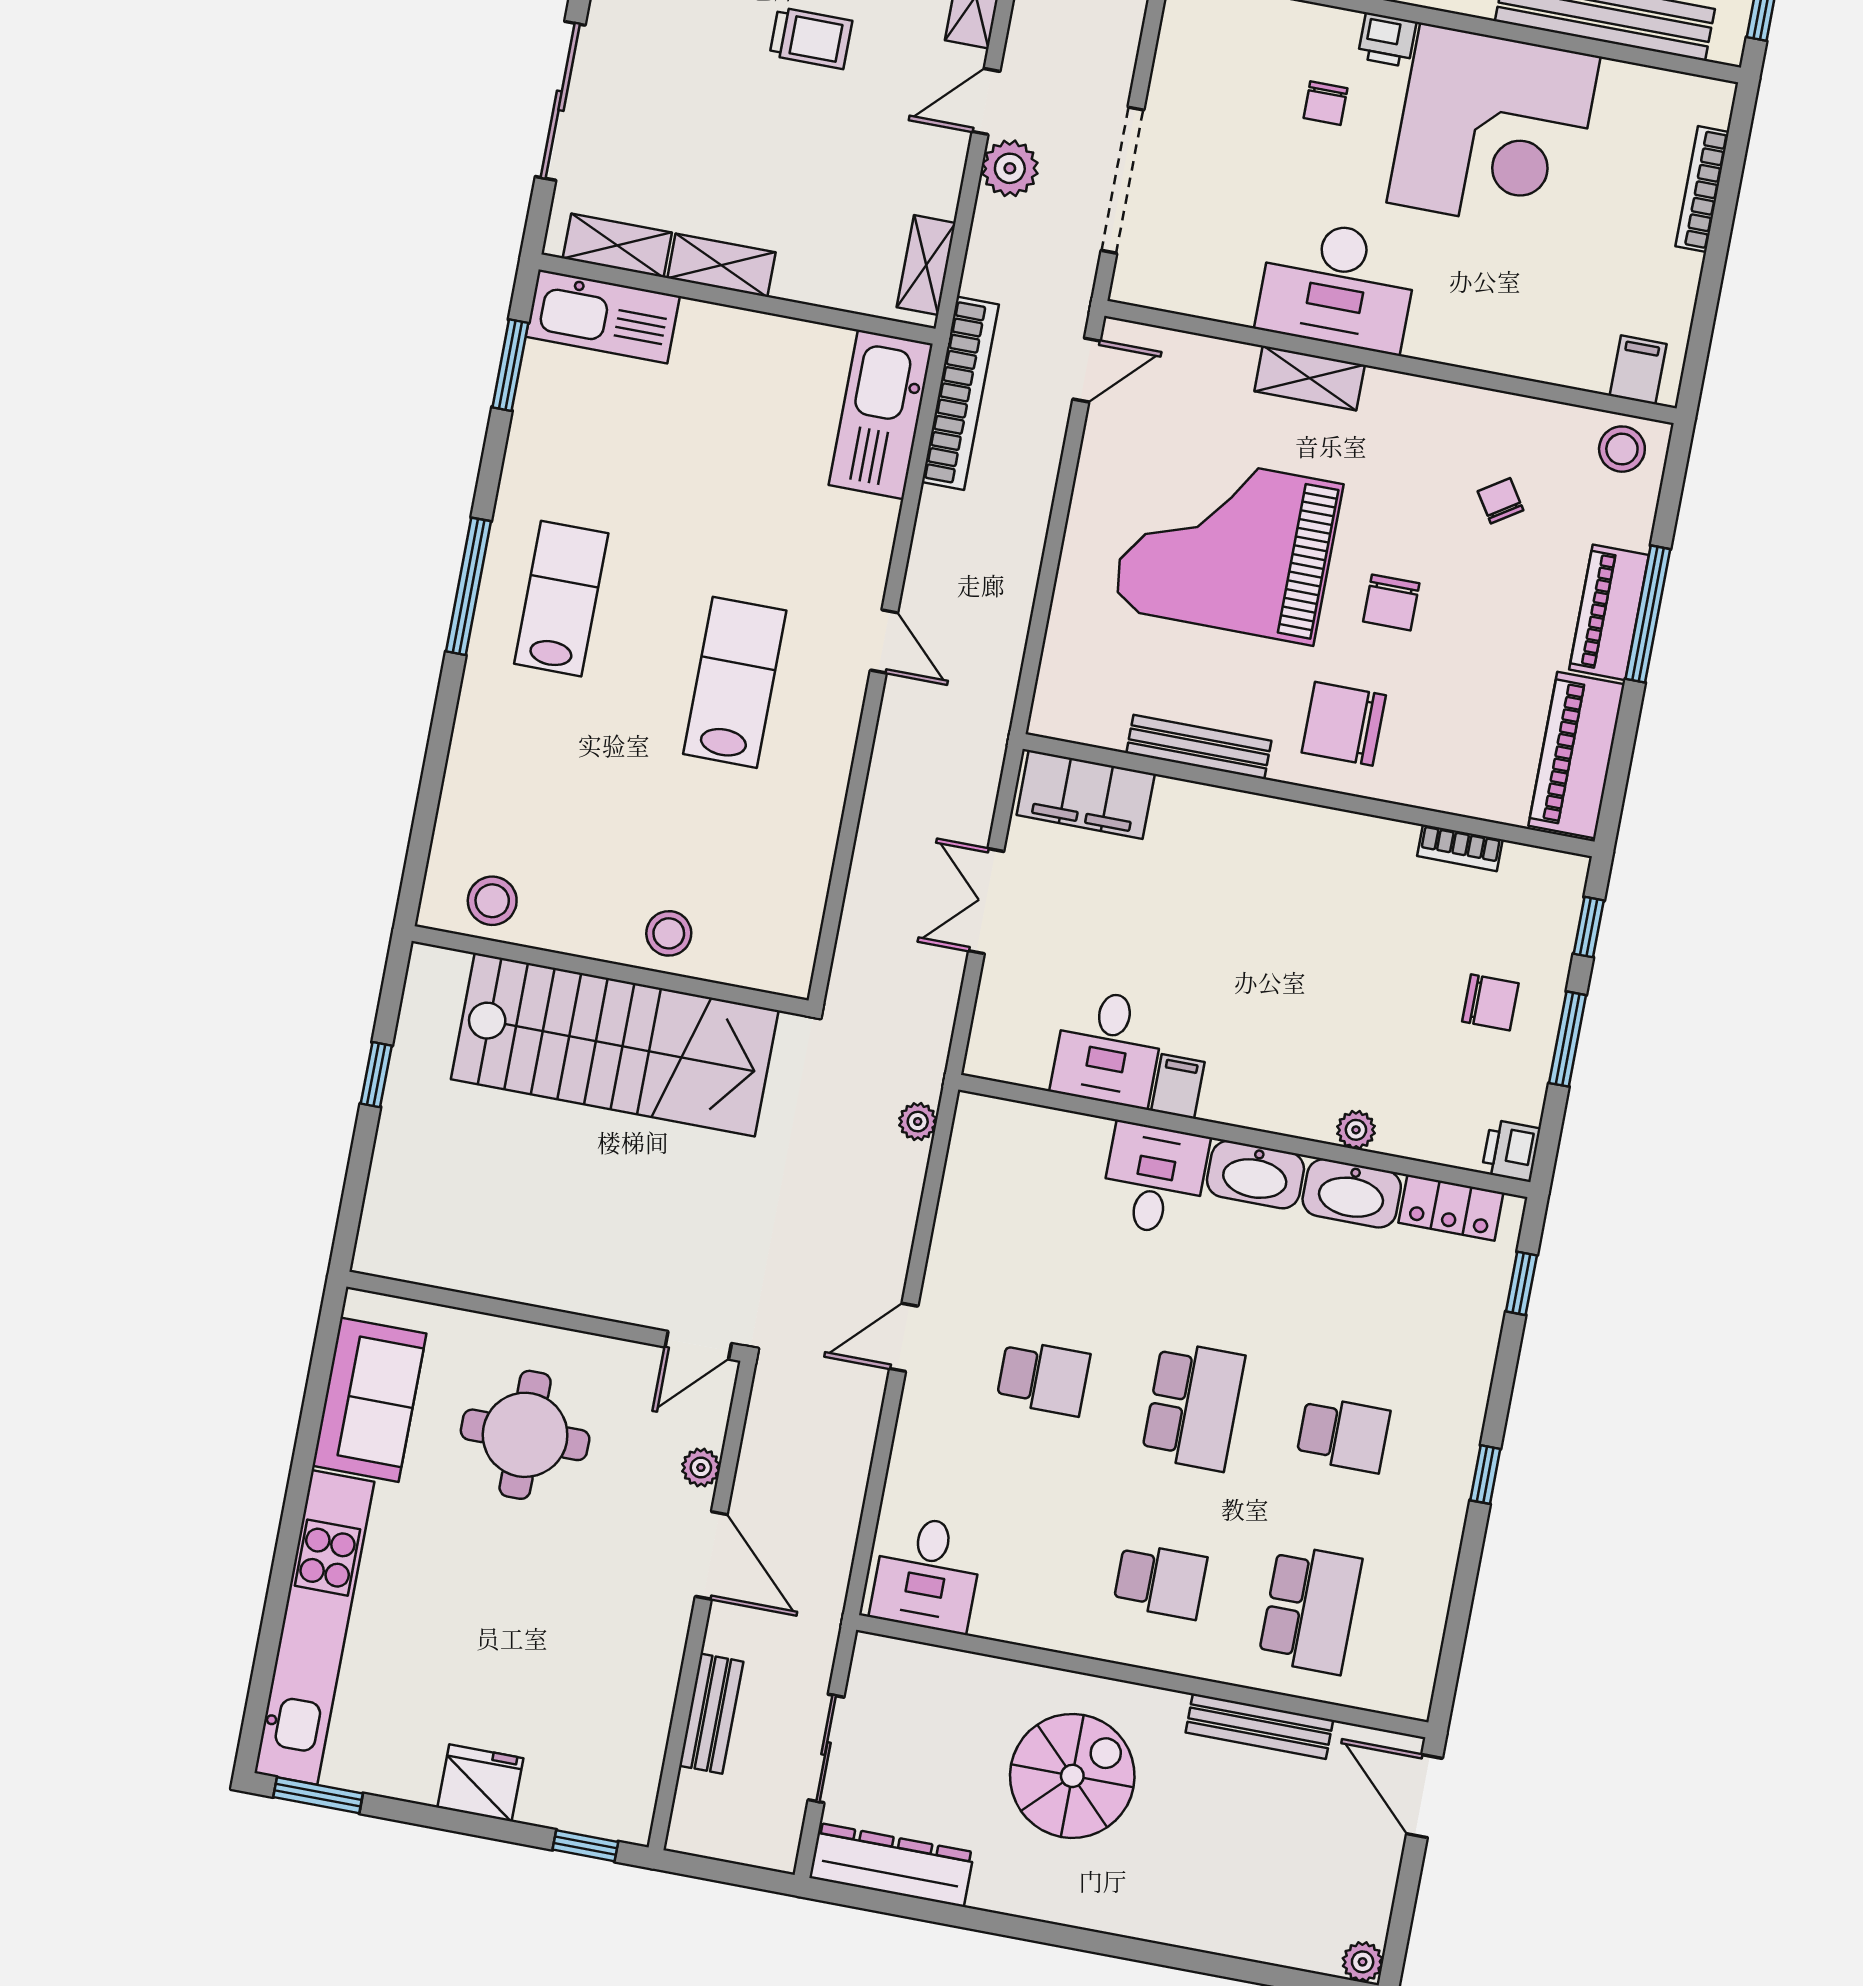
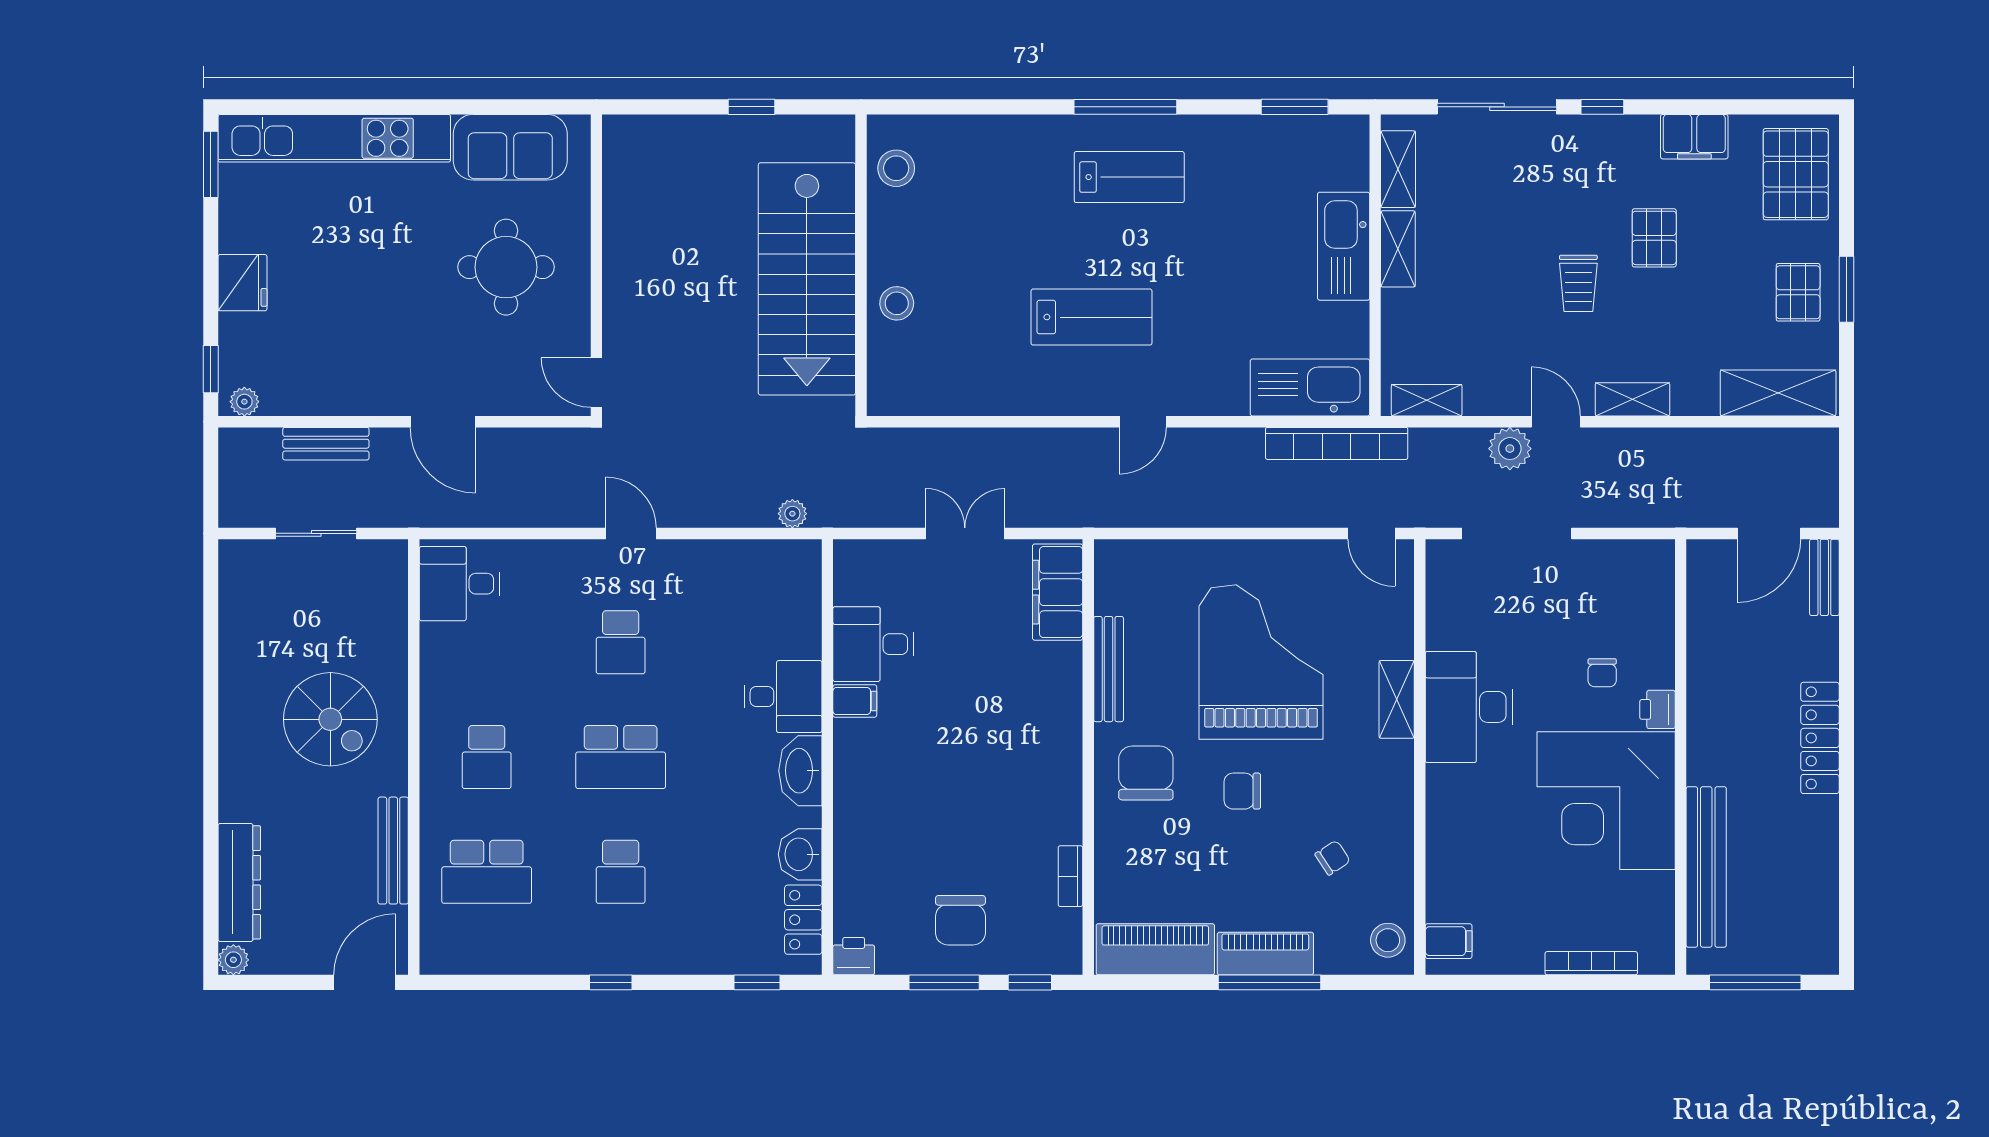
chair: (1325, 103) -> (1602, 673), turned -90
kitchen sink: (603, 316) -> (1344, 246), moved
chair: (1490, 1002) -> (960, 920), width x1.37, depth x1.37
plant: (1356, 1130) -> (847, 839), removed
washbasin: (1352, 1193) -> (800, 854), width x0.72
plant: (701, 1468) -> (244, 402), moved
door: (711, 1555) -> (443, 422), hinge flipped
dresser: (892, 1865) -> (239, 882), moved

